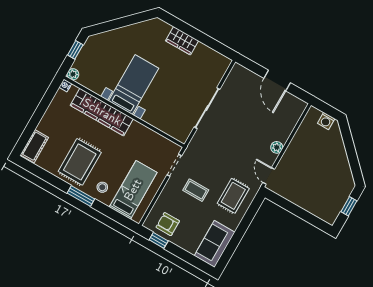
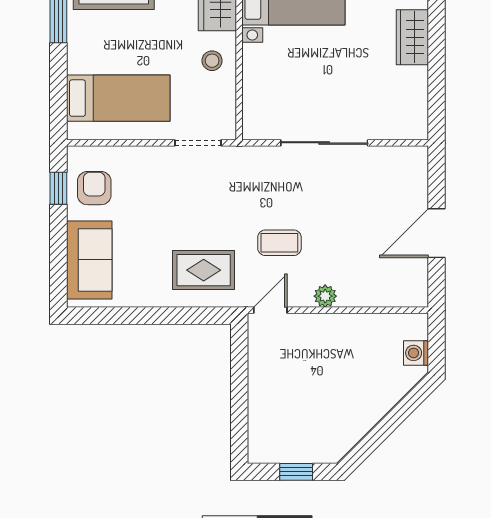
stool: (102, 187) -> (212, 61), moved
coffee table: (196, 190) -> (279, 243), moved, turned 90
sofa: (215, 244) -> (89, 260), moved, turned 90

